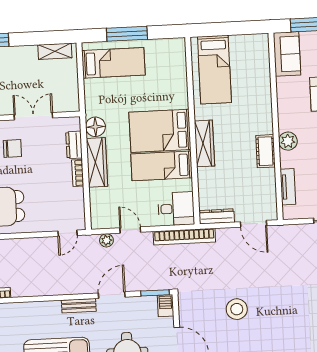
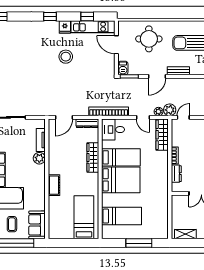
bed: (113, 63) -> (121, 216), moved, turned 180
floor lamp: (95, 127) -> (162, 185), removed
plant: (288, 141) -> (39, 158), moved
wardrobe: (204, 143) -> (93, 157), moved
cot: (266, 151) -> (54, 185), moved
wardrobe: (97, 162) -> (162, 135), moved
door: (253, 224) -> (64, 117), swing flipped
plant: (89, 244) -> (170, 110), added
stool: (237, 309) -> (66, 57), moved

